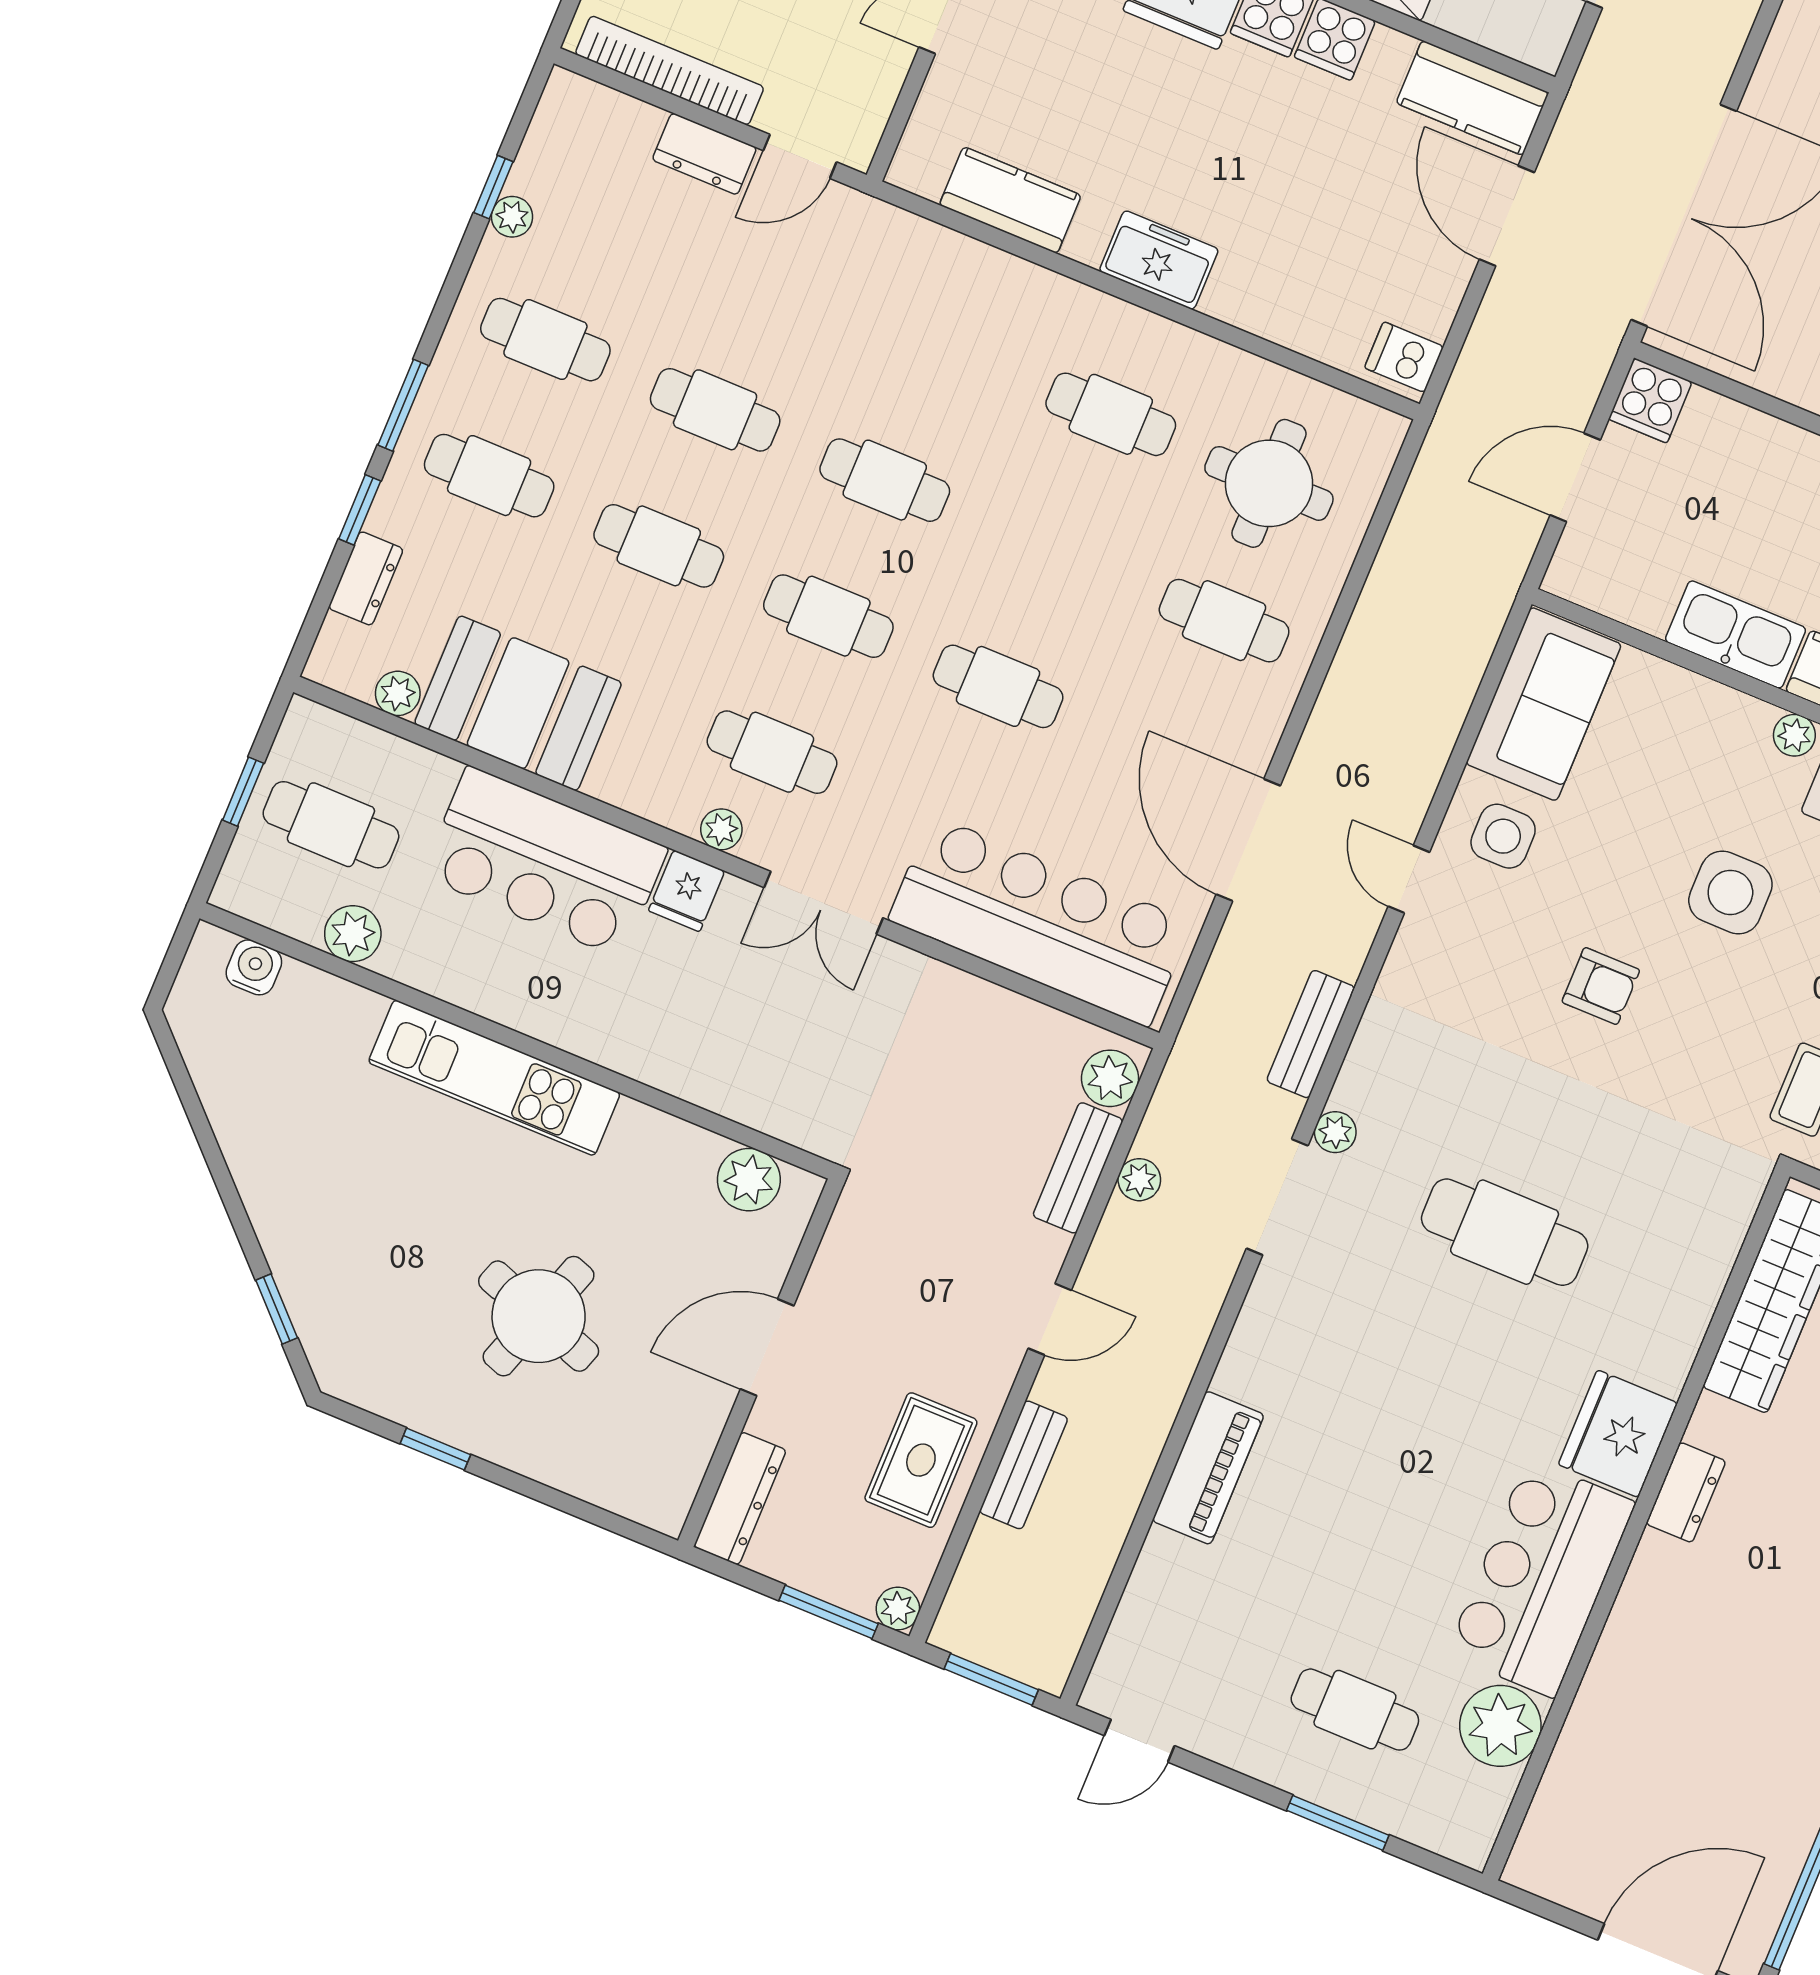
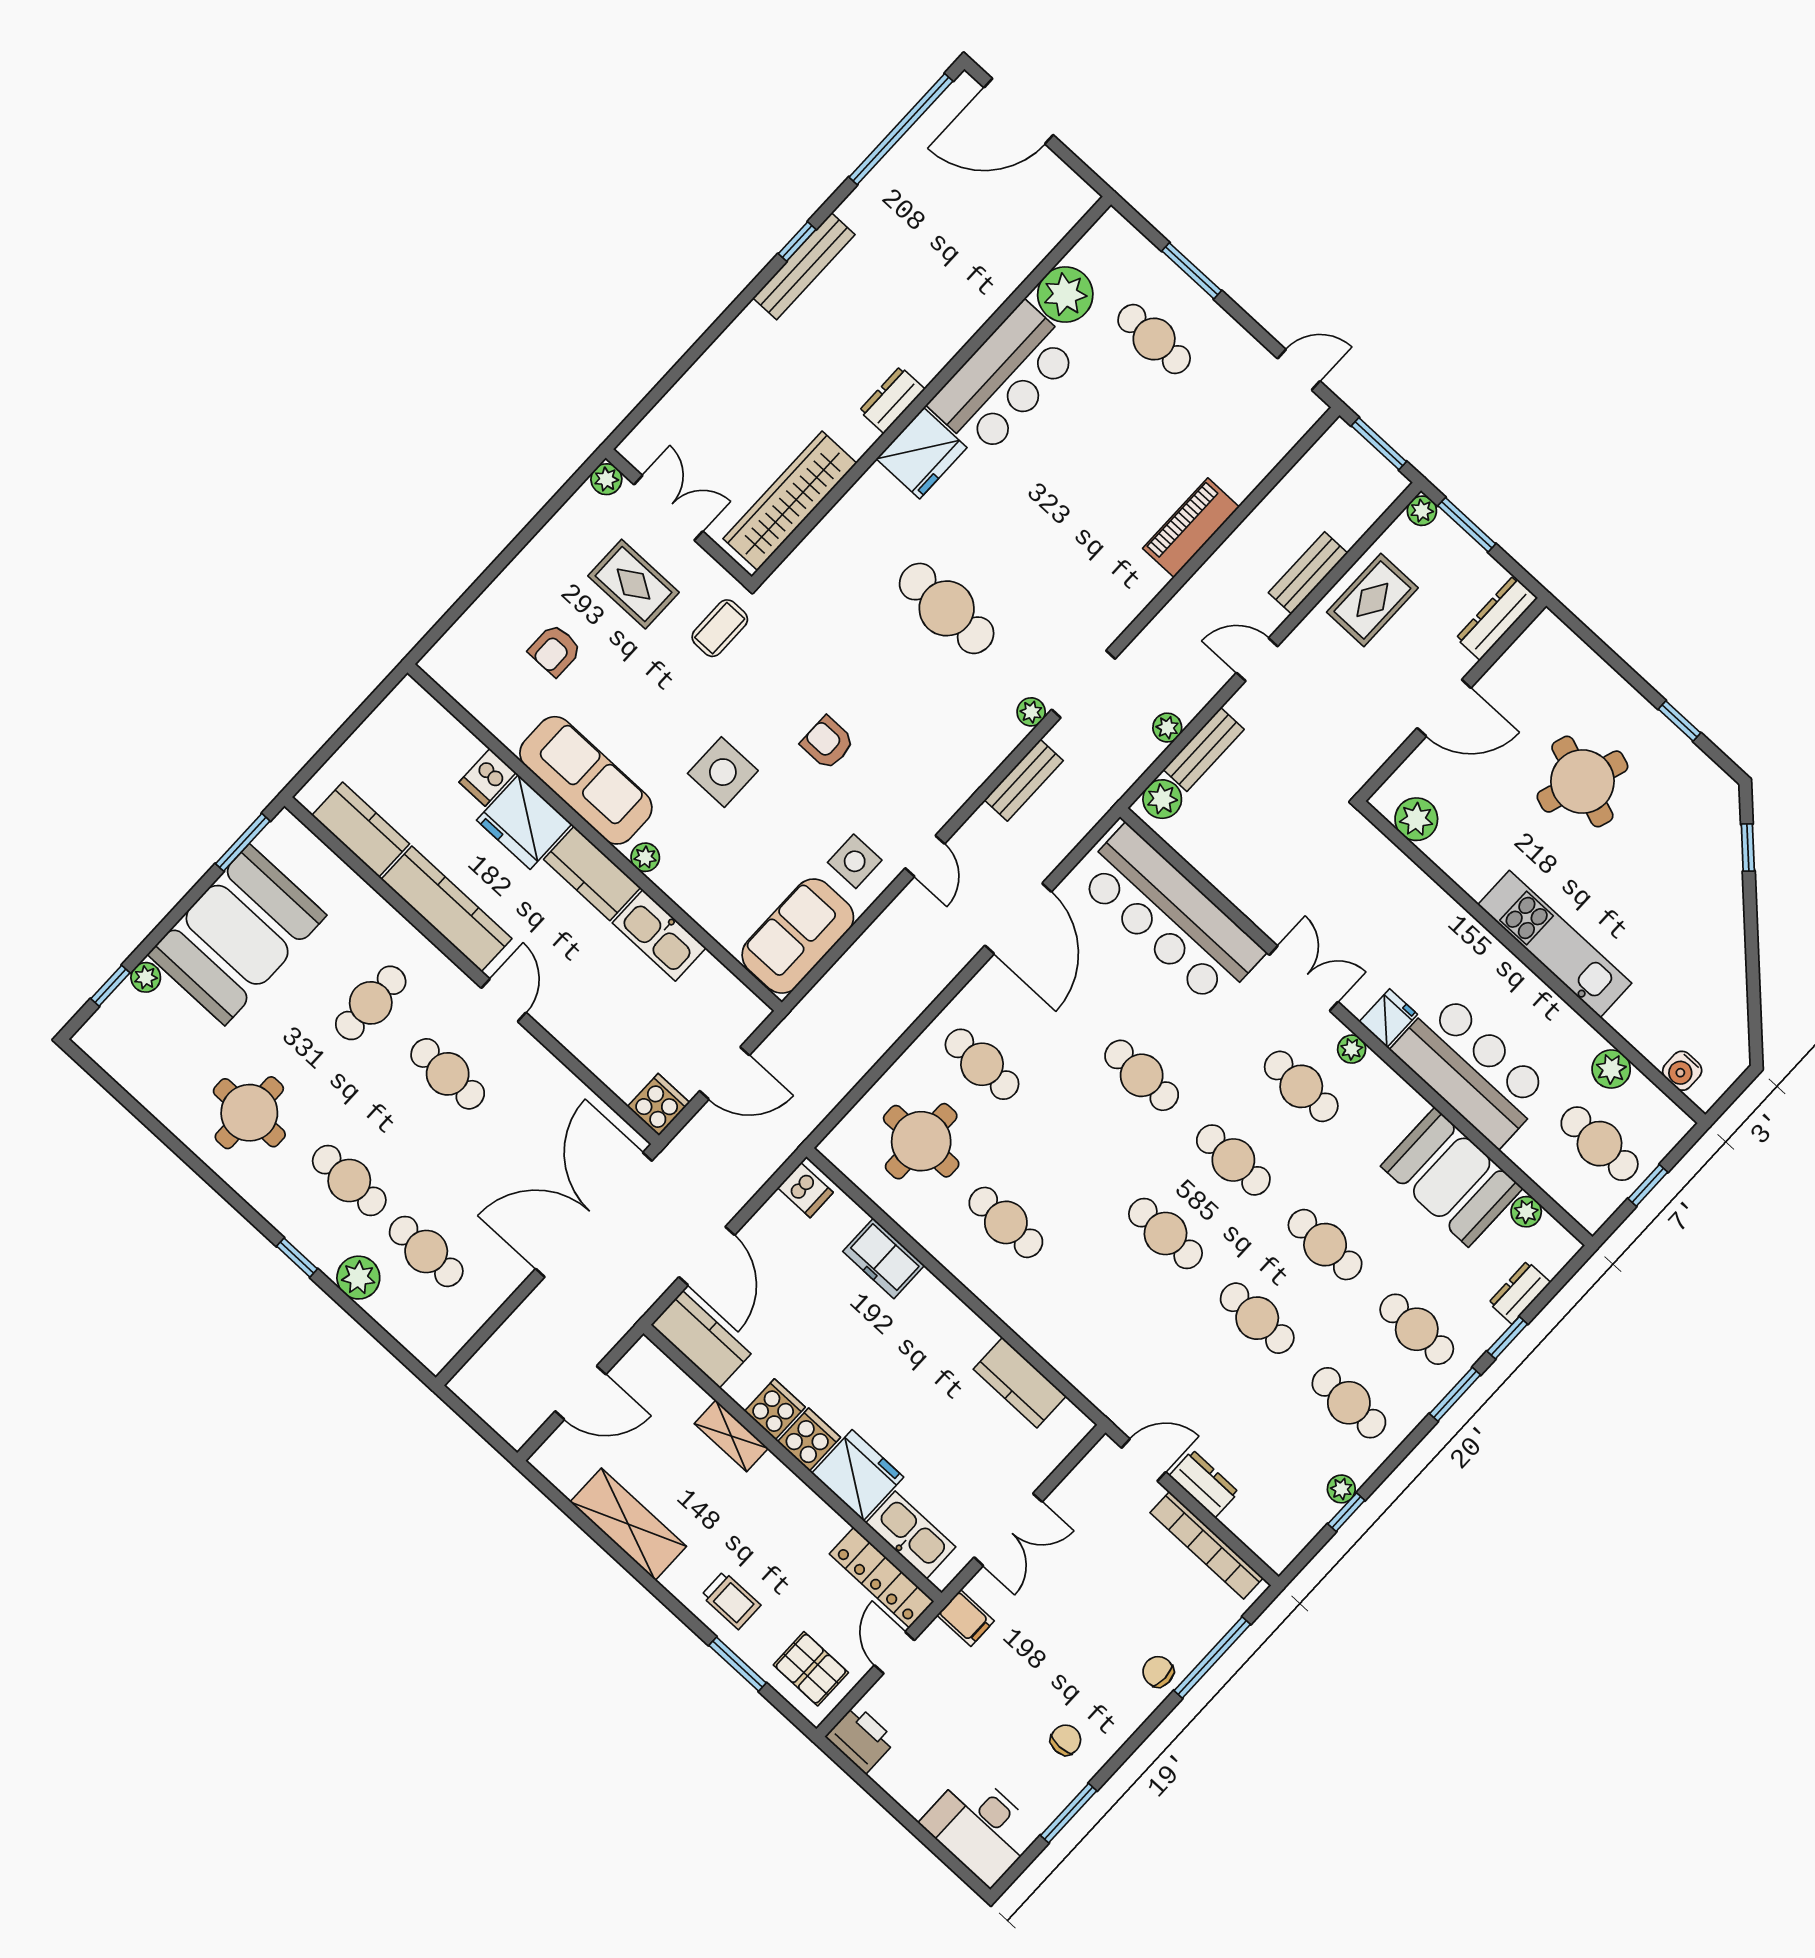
freezer: (1159, 260) -> (884, 1258), moved

